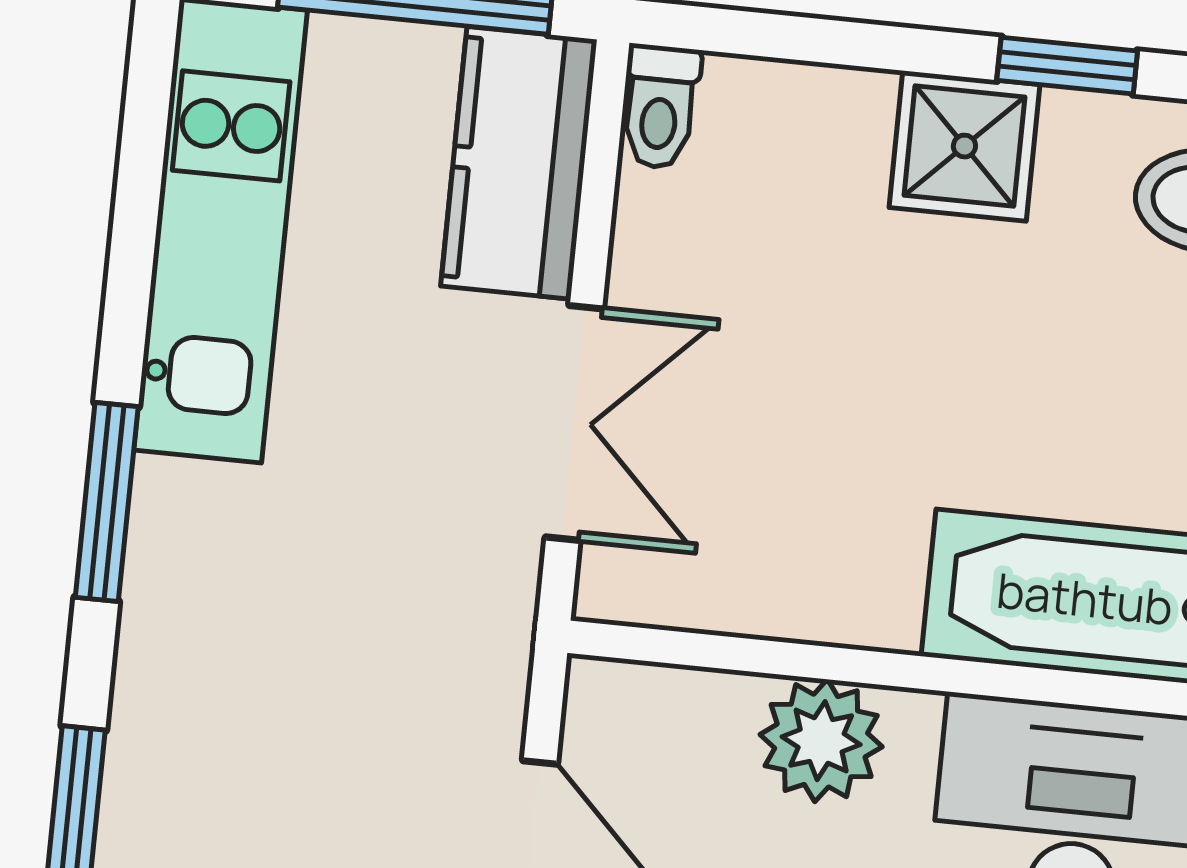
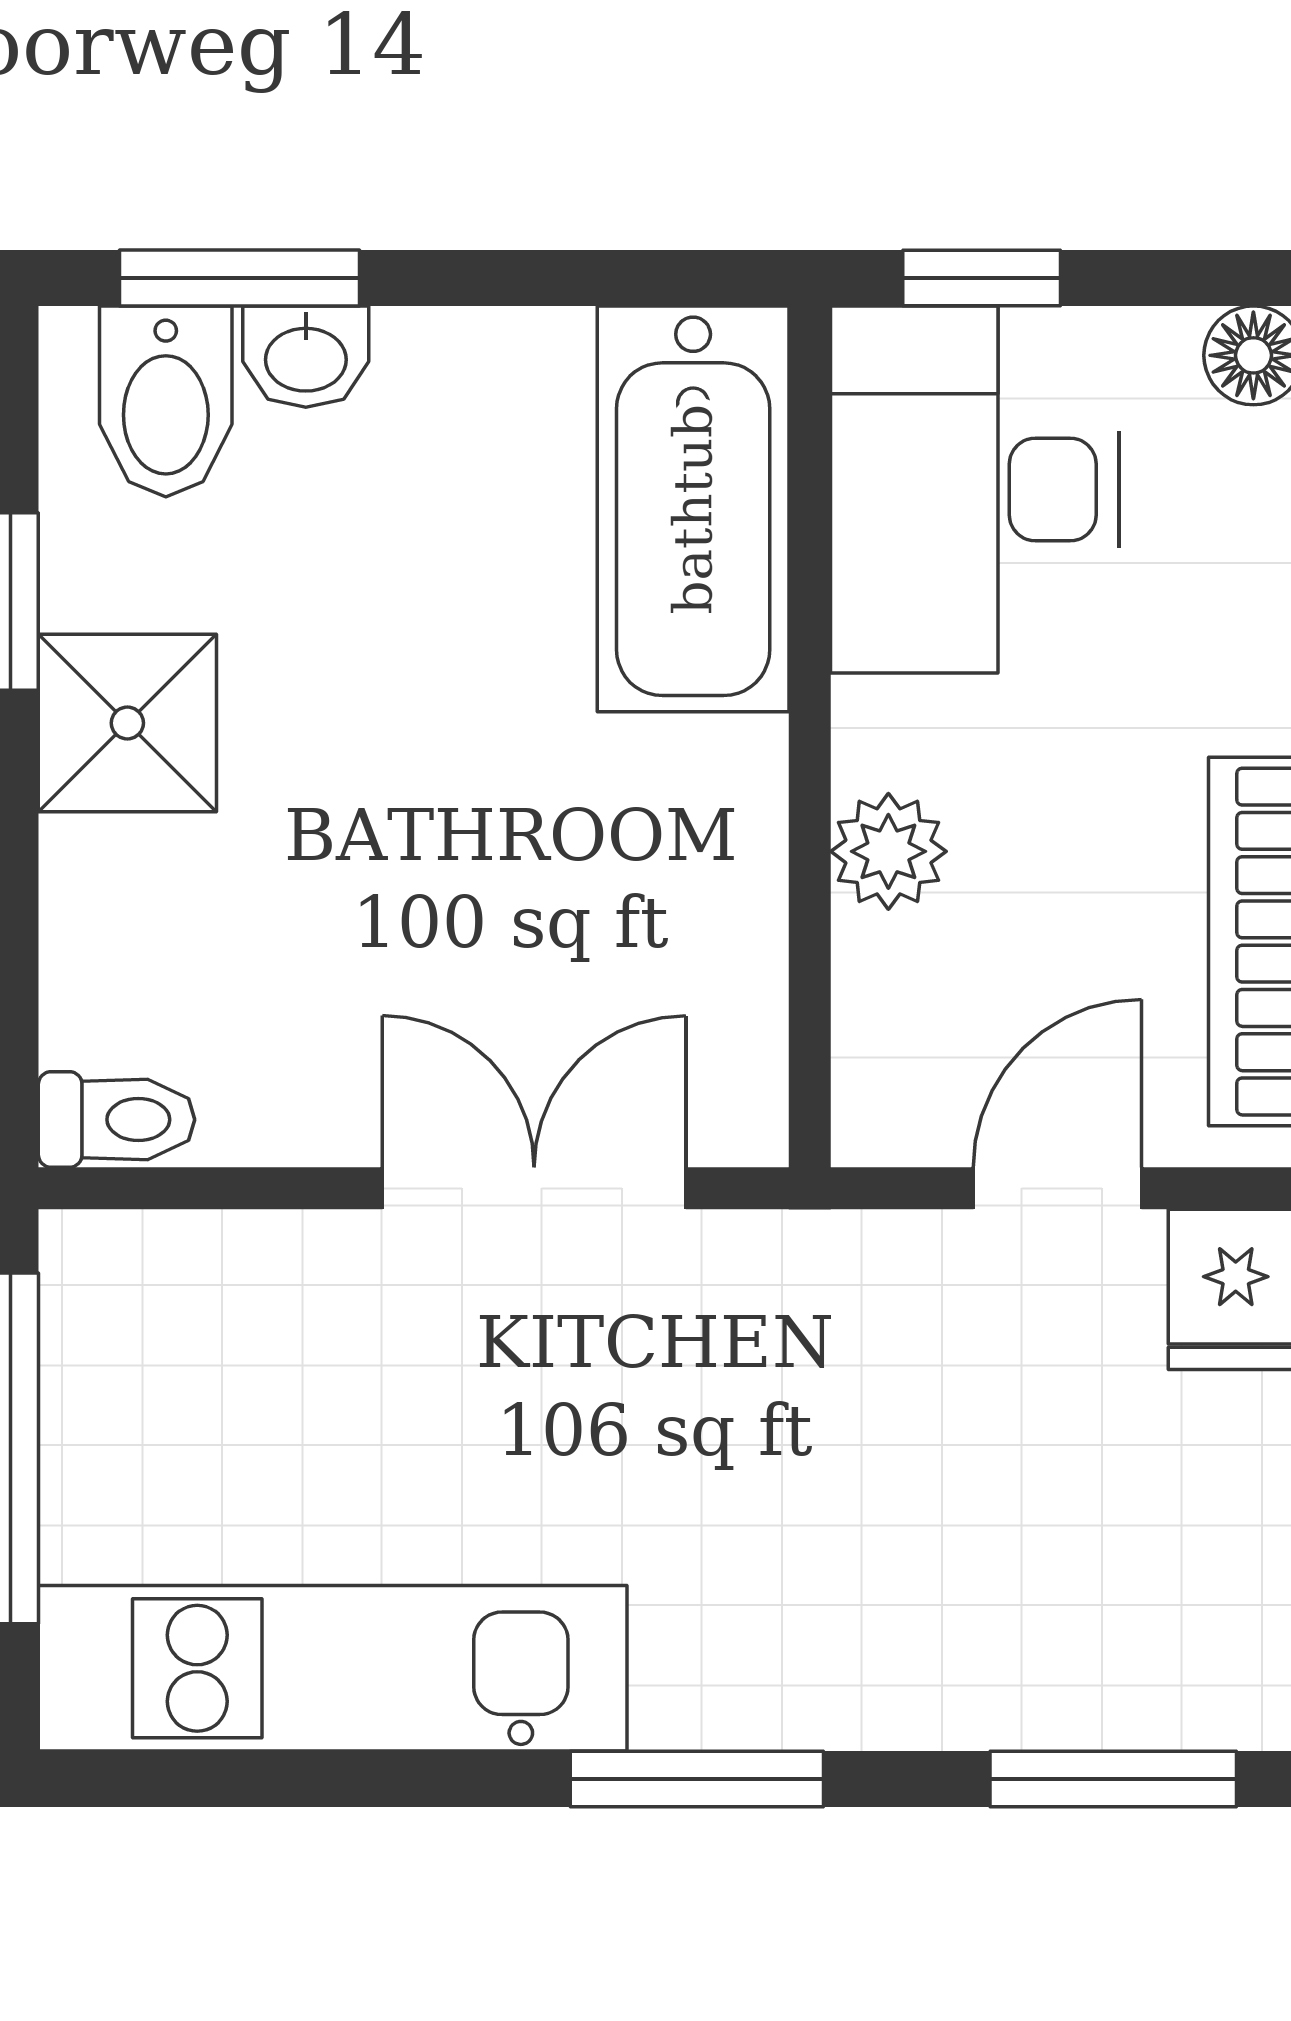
kitchen counter: (519, 163) -> (207, 1294), removed
plant: (821, 741) -> (888, 851), width x0.73, depth x0.73

